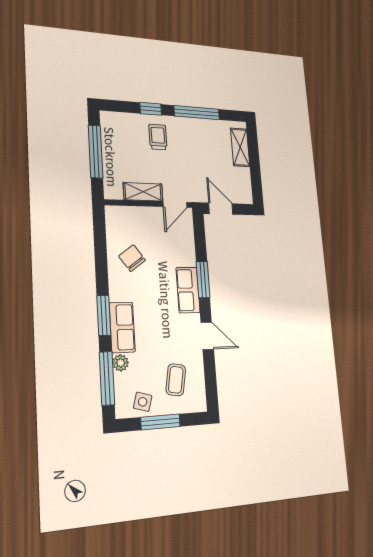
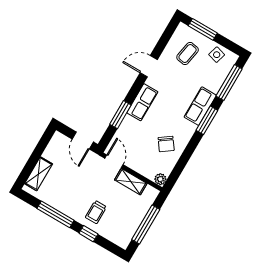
door: (175, 204) -> (114, 161), hinge flipped
window: (203, 280) -> (120, 115), moved
door: (207, 336) -> (149, 66), hinge flipped
plant: (121, 363) -> (160, 179), moved
window: (160, 422) -> (203, 29), moved

